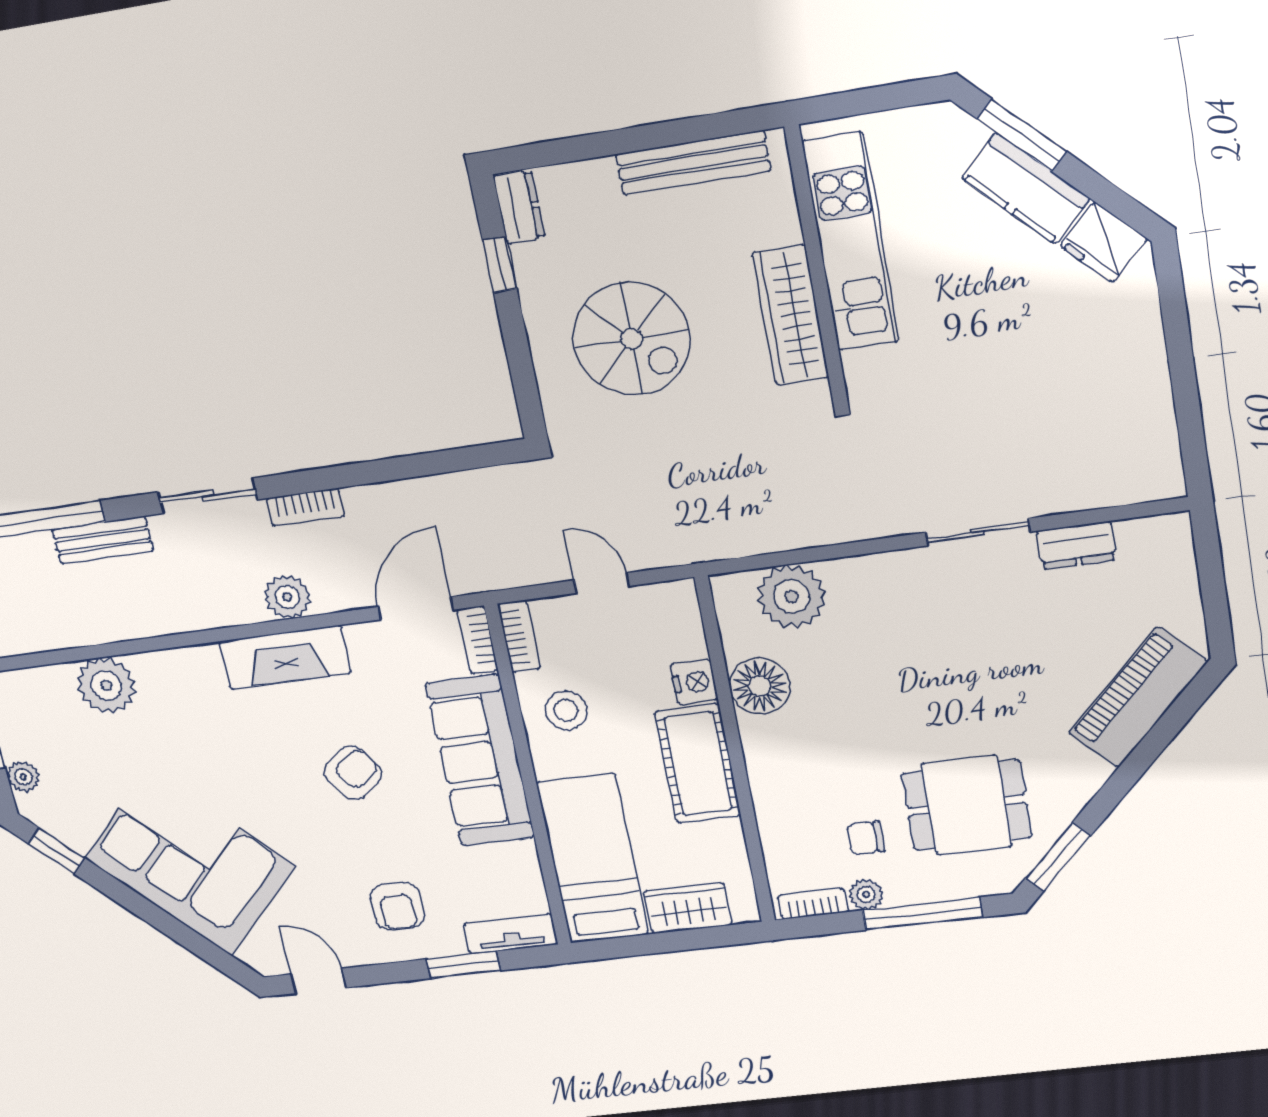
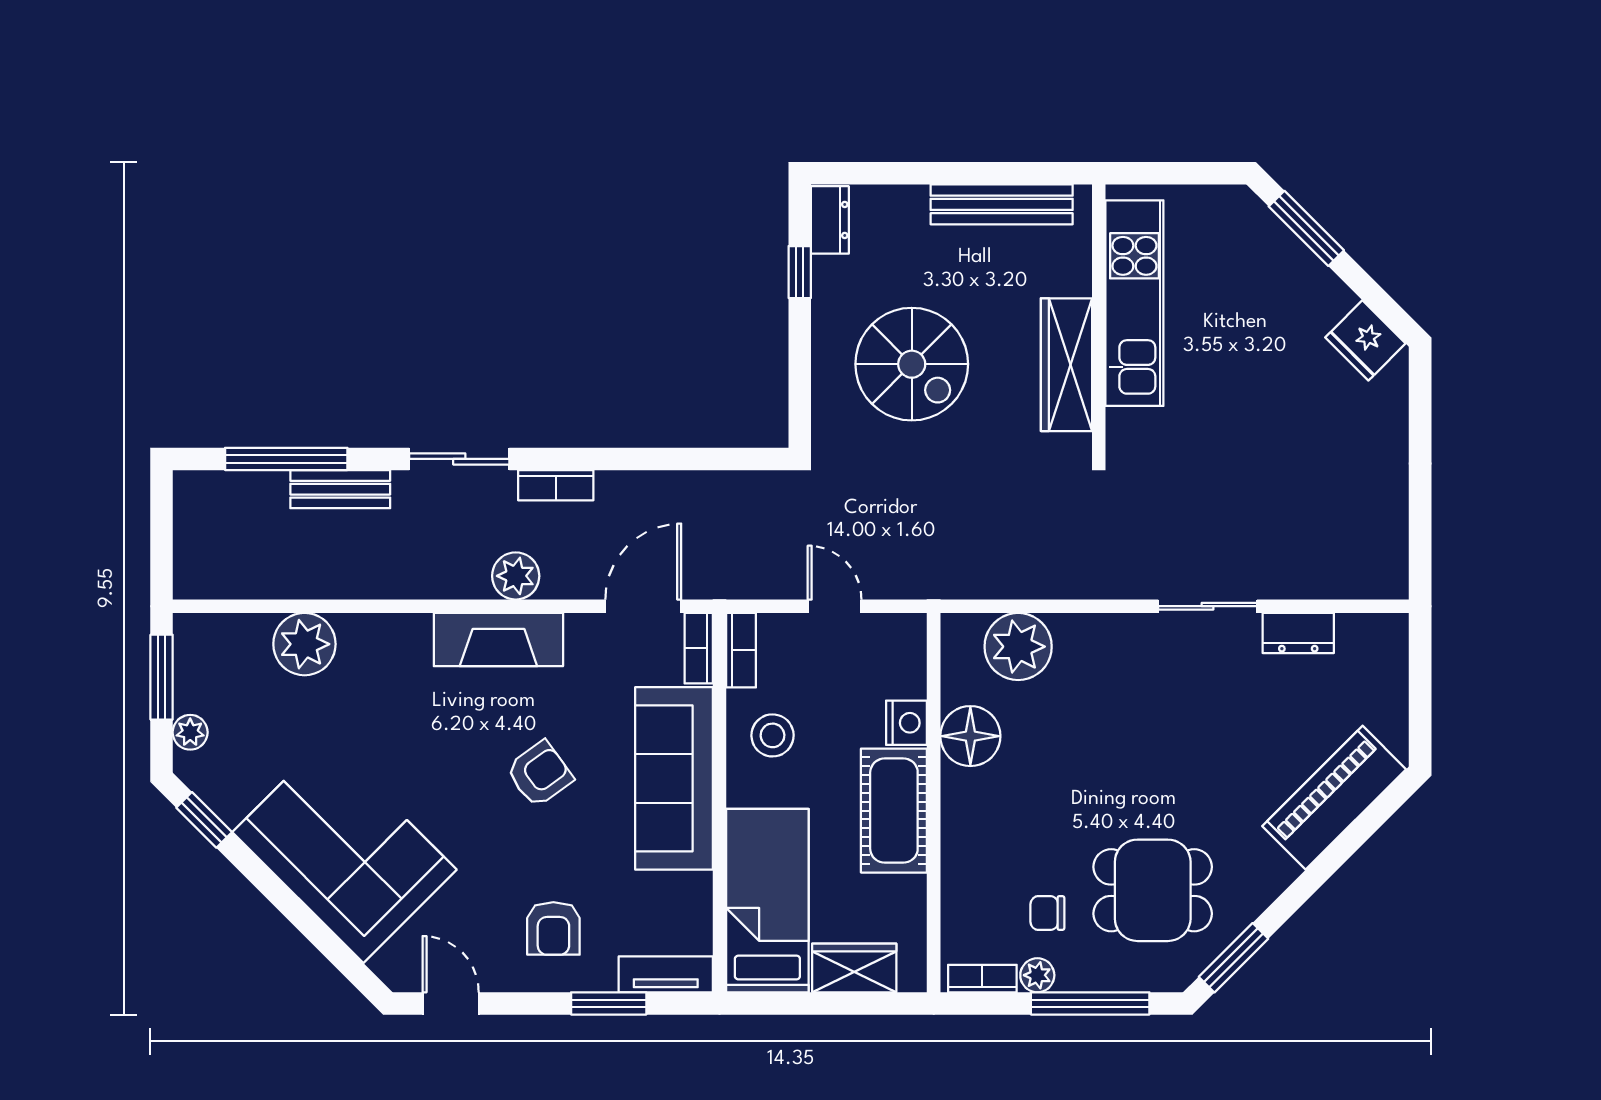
kitchen counter: (1026, 188) -> (1302, 279), removed

